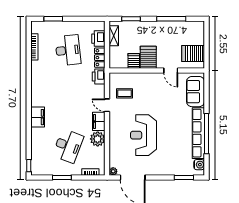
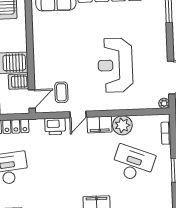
door: (171, 71) -> (32, 99), moved
printer: (99, 76) -> (55, 126), moved
reception desk: (144, 135) -> (115, 65), turned 90

